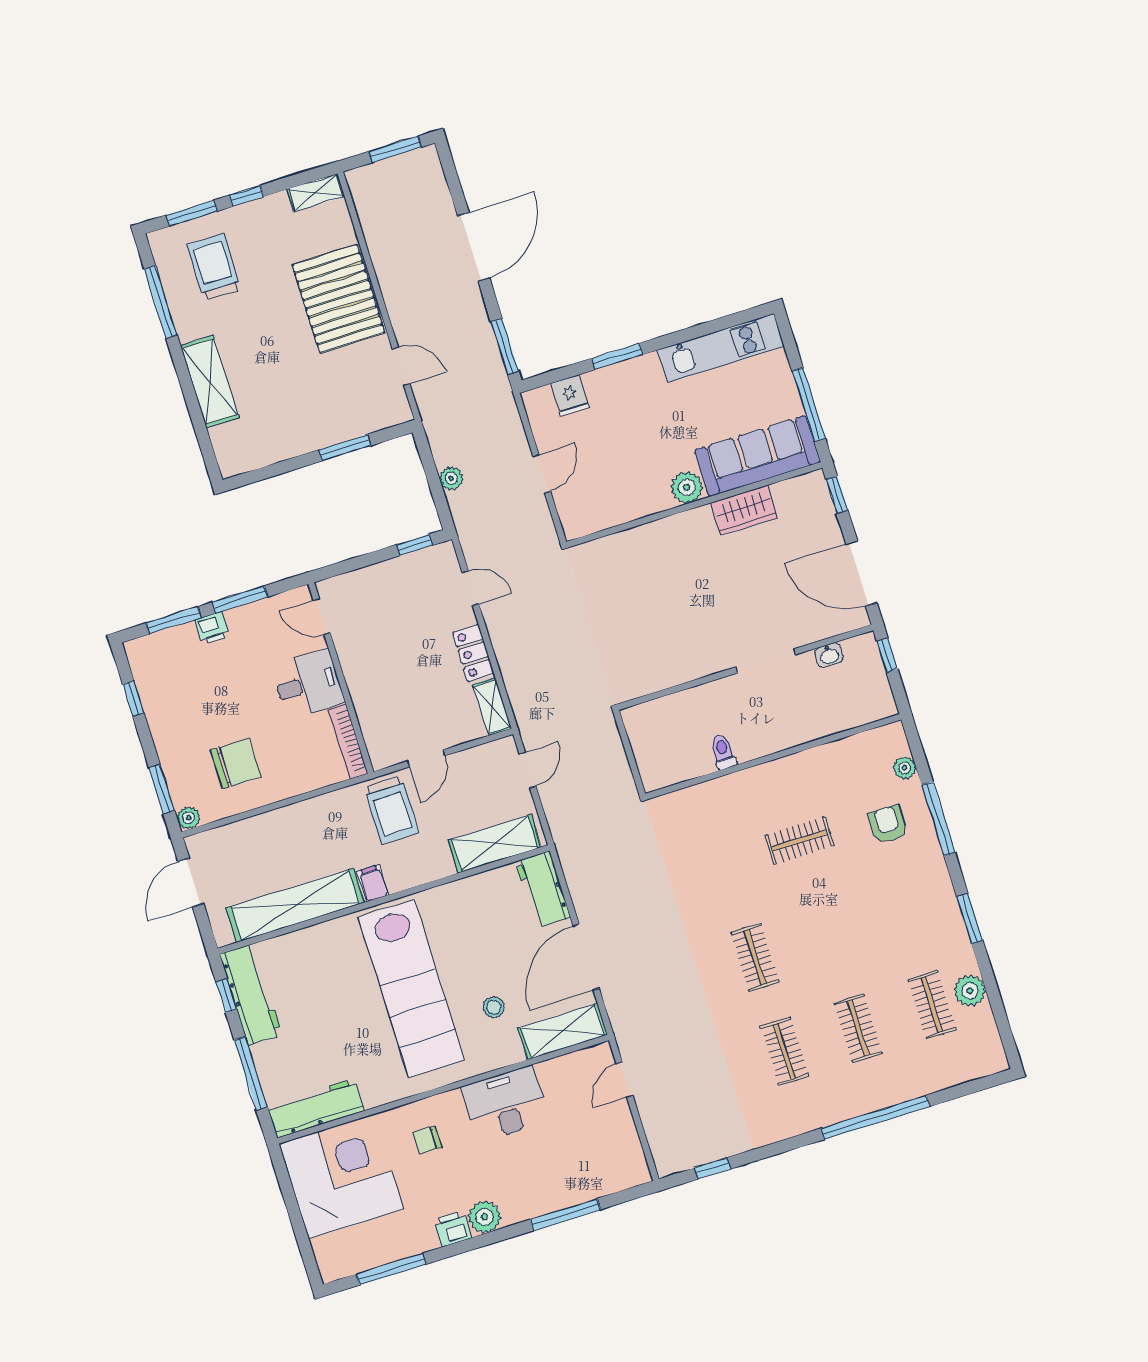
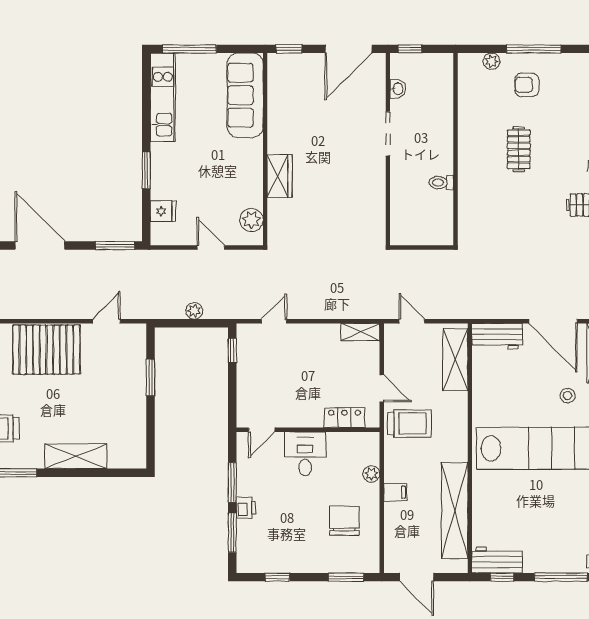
window: (809, 405) -> (189, 49), moved
plant: (687, 487) -> (251, 220), moved
wardrobe: (744, 510) -> (280, 176), moved
locker: (473, 653) -> (344, 418), moved, turned 180
bookcase: (348, 742) -> (353, 439), removed
plant: (189, 818) -> (371, 474), moved
filing cabinet: (373, 883) -> (395, 492), moved, turned 180
workbench: (251, 994) -> (497, 560), width x0.73

